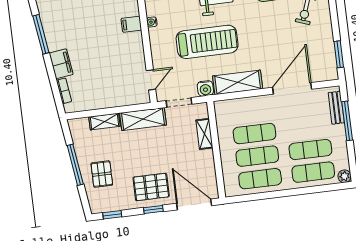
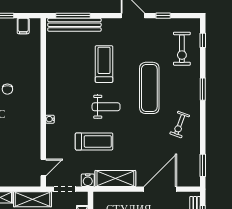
filing cabinet: (131, 24) -> (33, 119), removed
treadmill: (207, 42) -> (94, 141), width x0.73, depth x0.73

